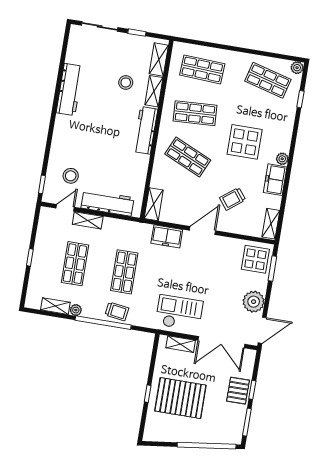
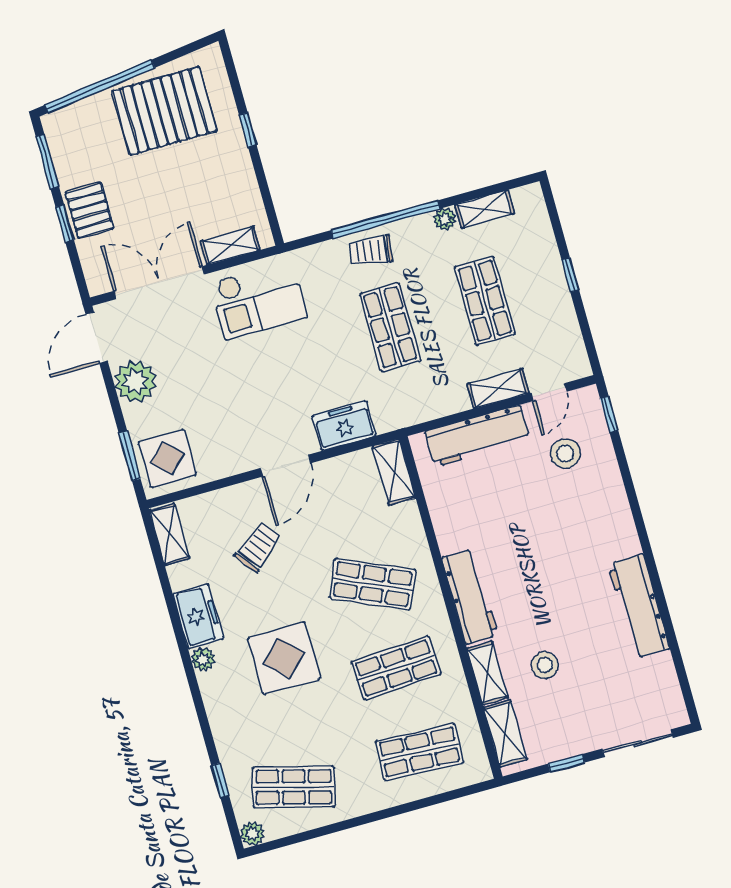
pallet: (180, 398) -> (164, 111), moved

